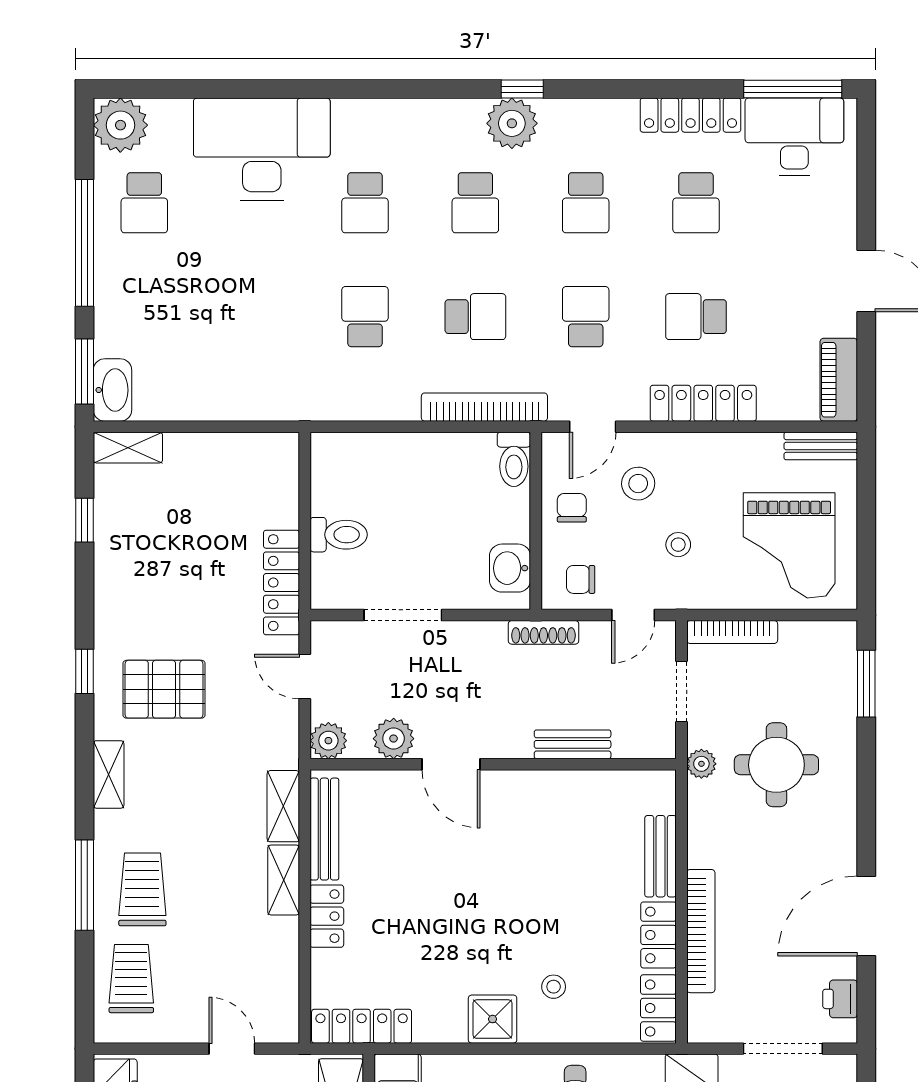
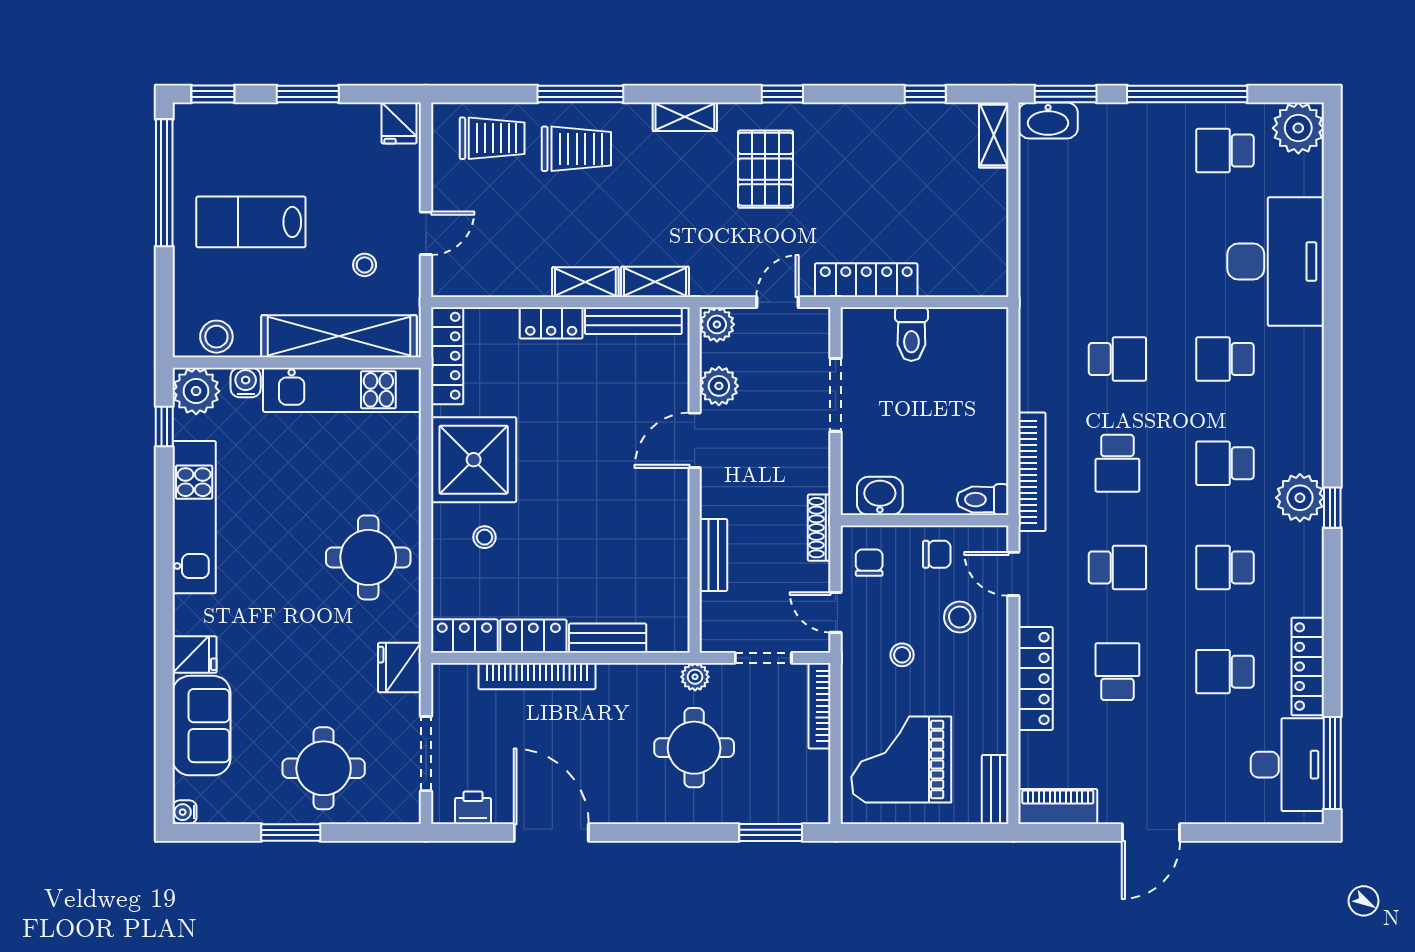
shower: (493, 1019) -> (474, 460), width x1.86, depth x1.86

